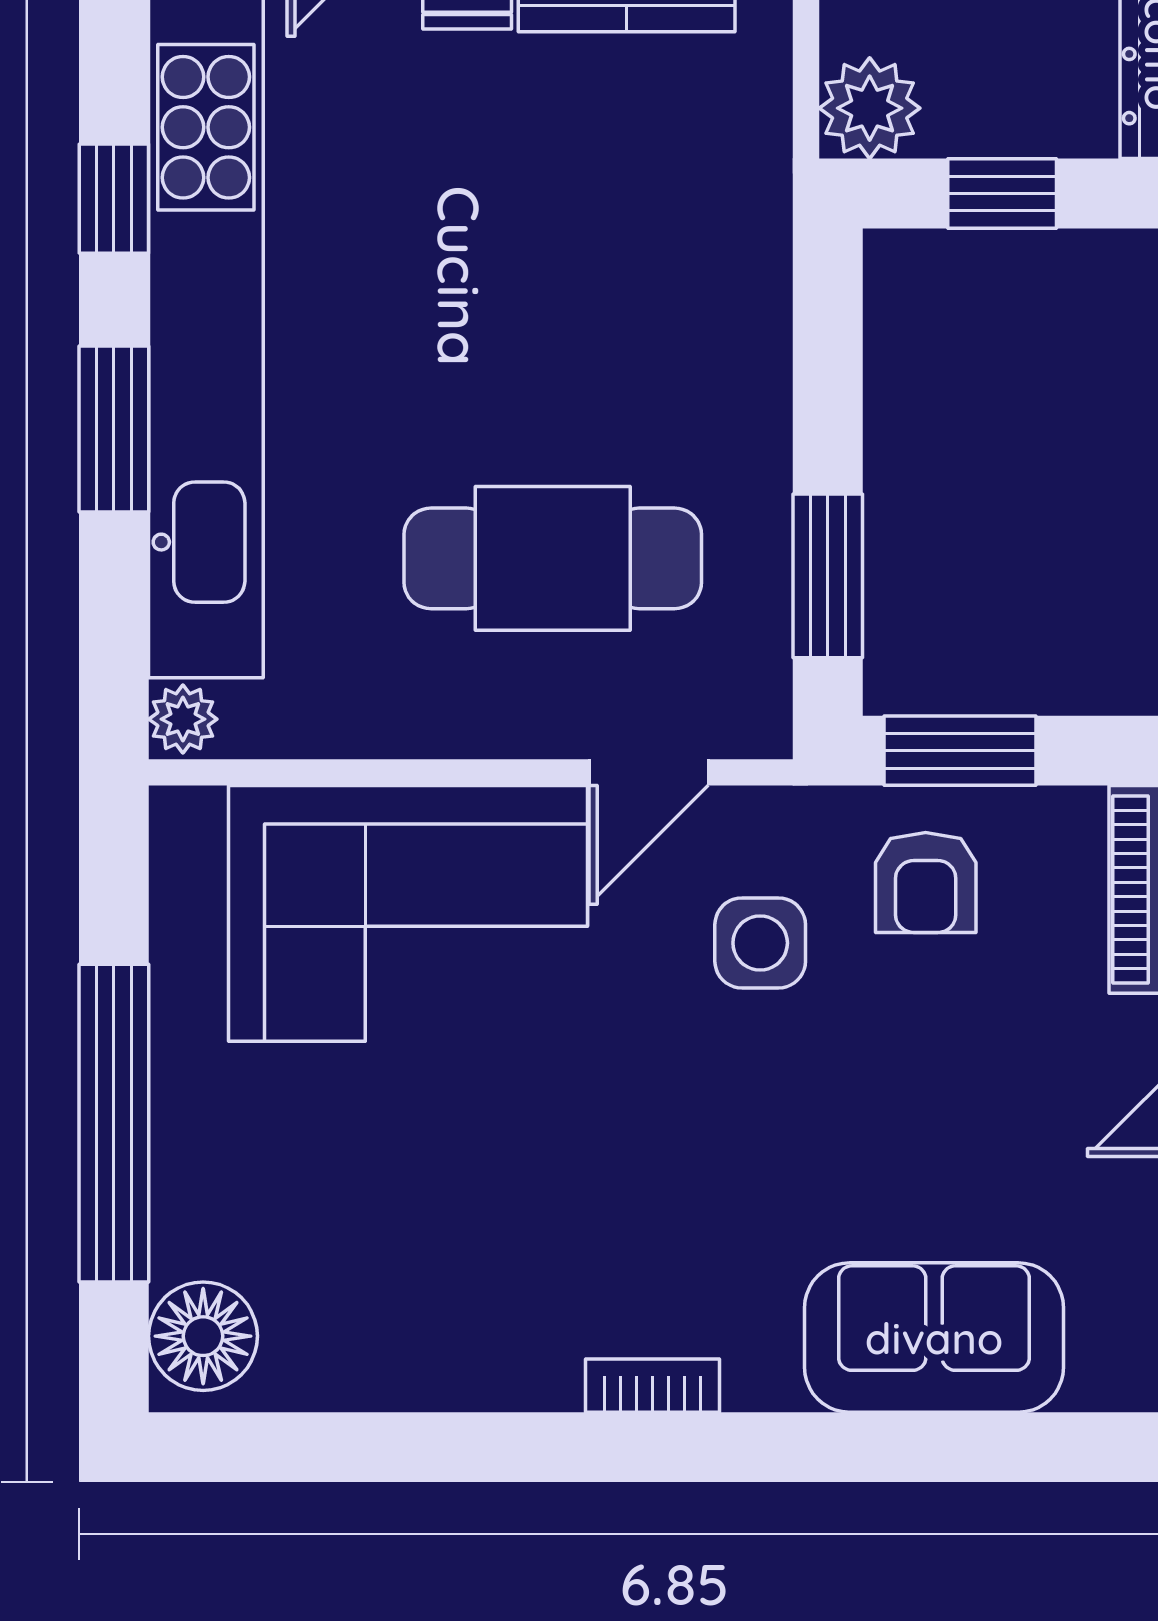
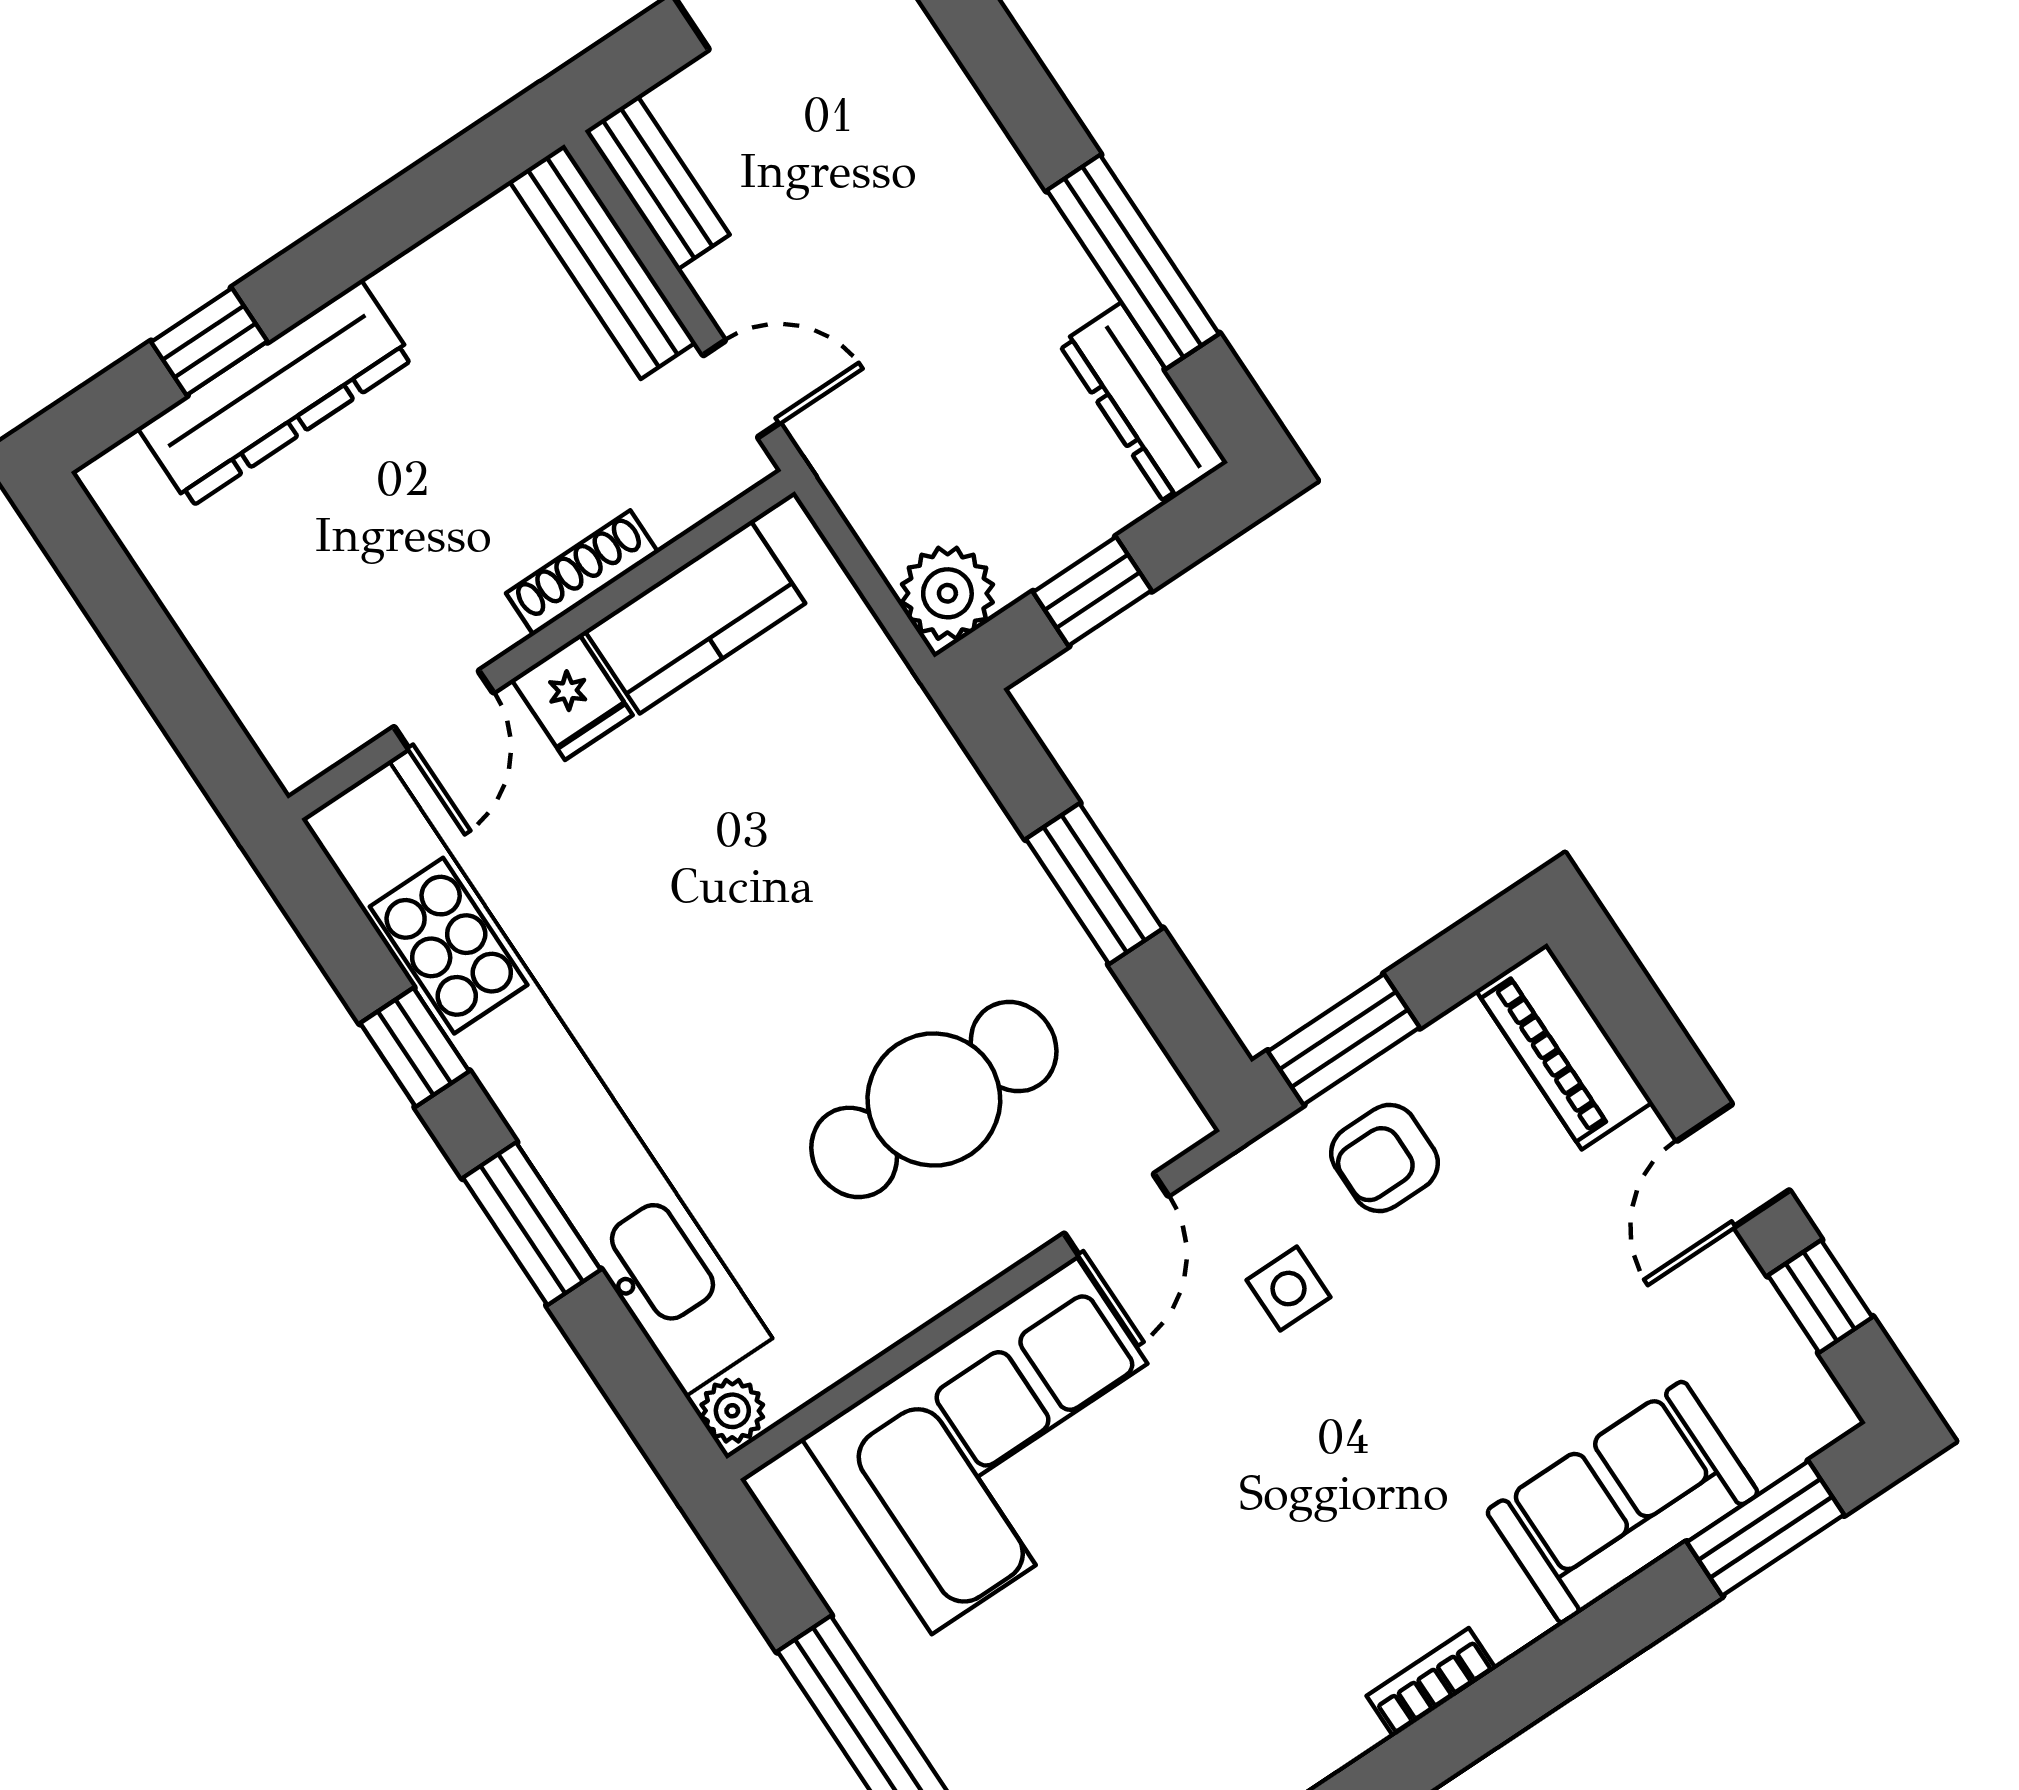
window: (828, 576) -> (1094, 884), moved
armchair: (926, 883) -> (1385, 1158), turned 90
side table: (760, 943) -> (1289, 1289), width x0.73, depth x0.73
window: (1048, 1447) -> (1765, 1528), added

